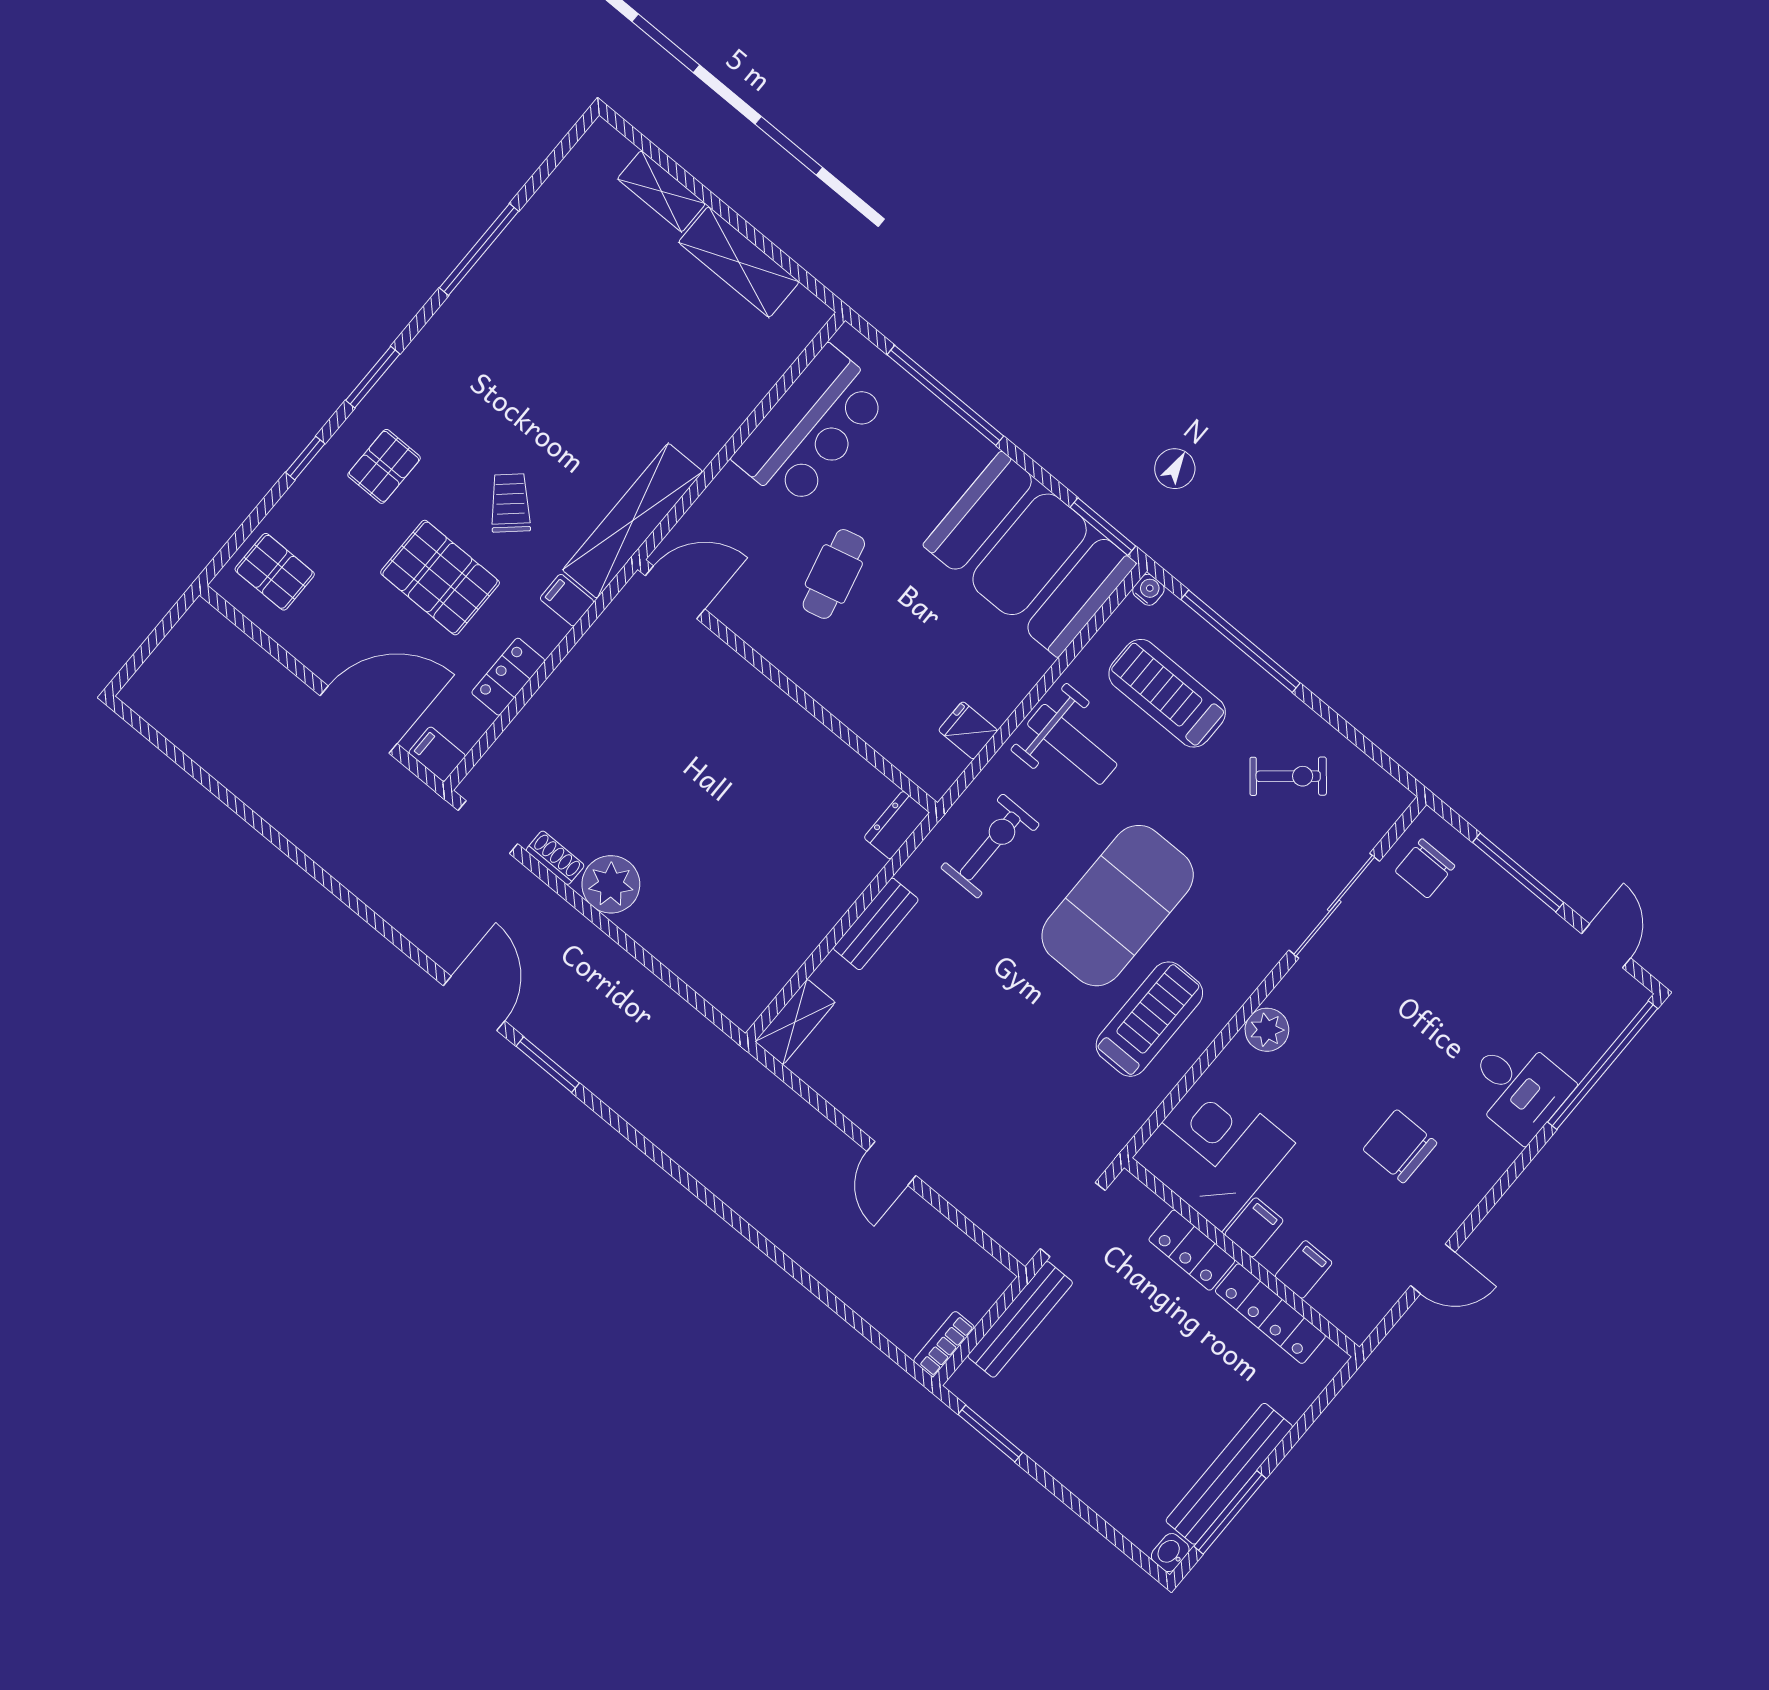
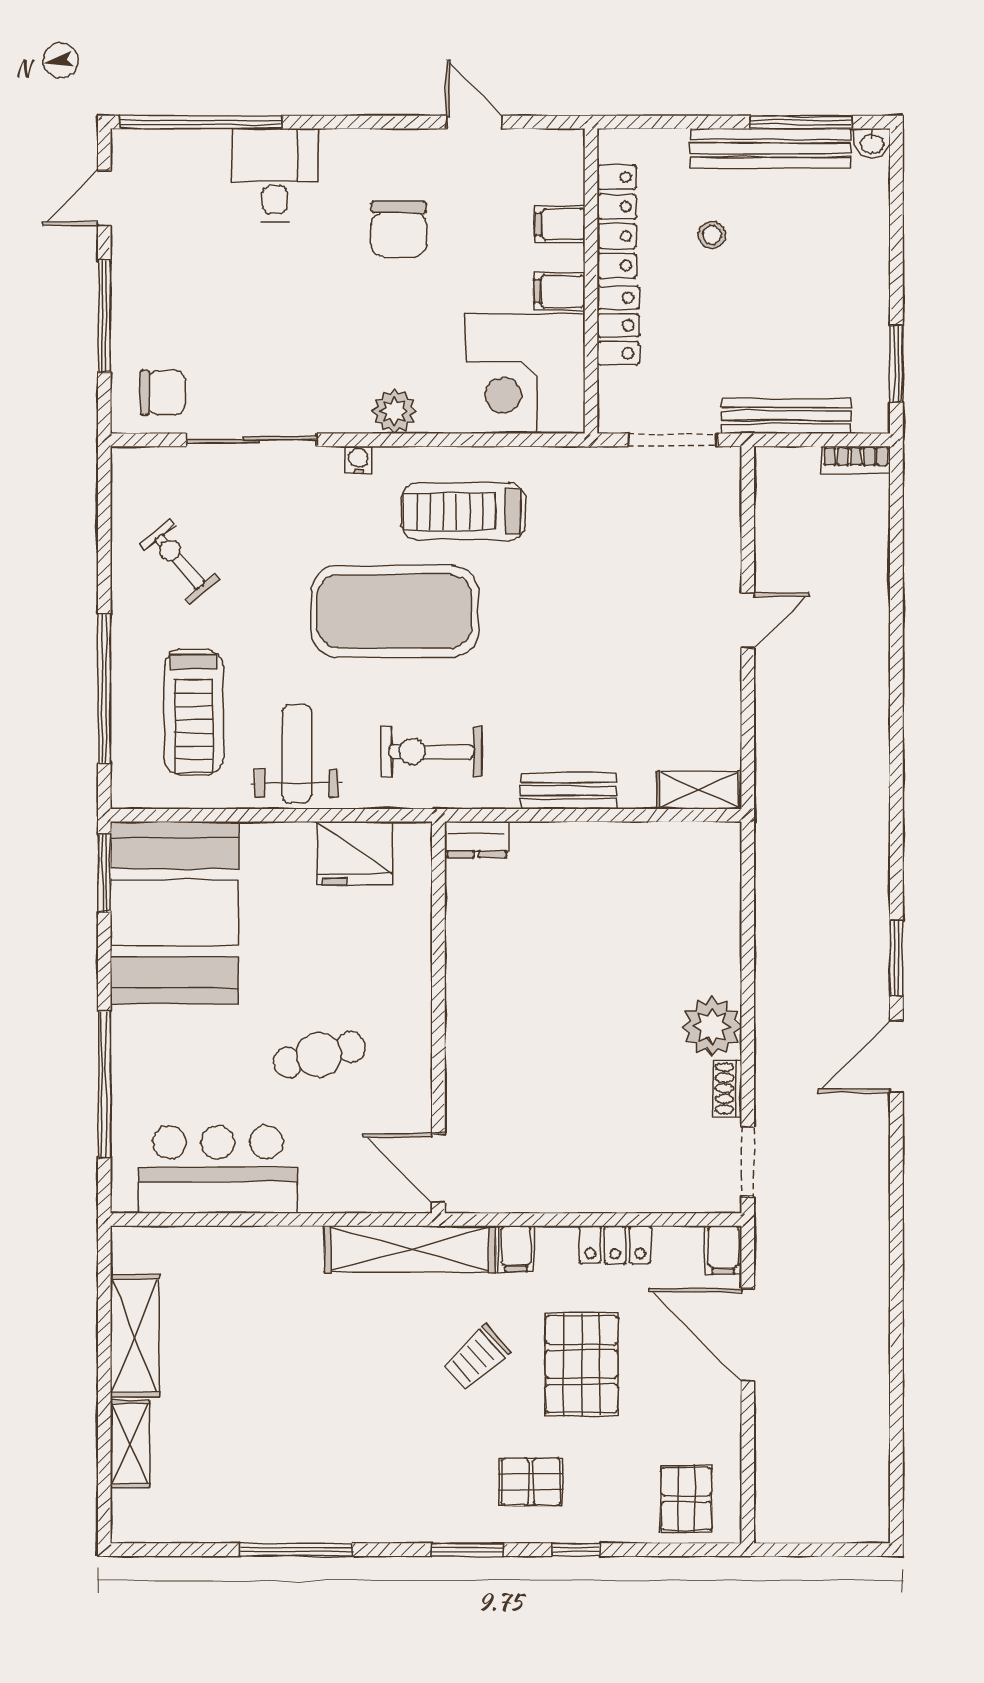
water cooler: (1148, 590) -> (358, 460), moved, turned 90
fridge: (968, 730) -> (354, 853), width x1.88, depth x1.34
stool: (1201, 1376) -> (712, 235), added

